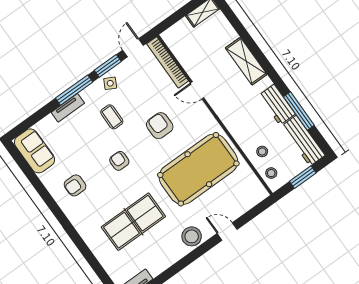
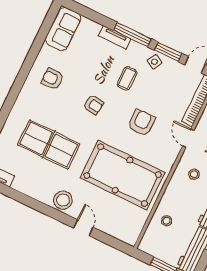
armchair: (119, 161) -> (93, 105), turned 97
stool: (271, 173) -> (194, 174), moved

